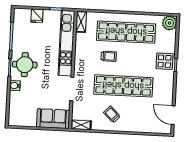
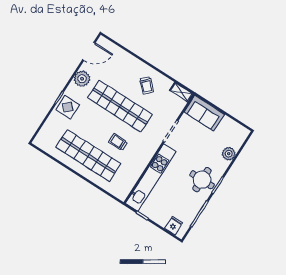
fridge: (37, 16) -> (174, 226), moved
shelving: (81, 22) -> (125, 190), removed
plant: (170, 23) -> (82, 79), moved
water cooler: (15, 86) -> (223, 165), removed
plant: (15, 98) -> (229, 154), added
door: (173, 115) -> (89, 51), hinge flipped

